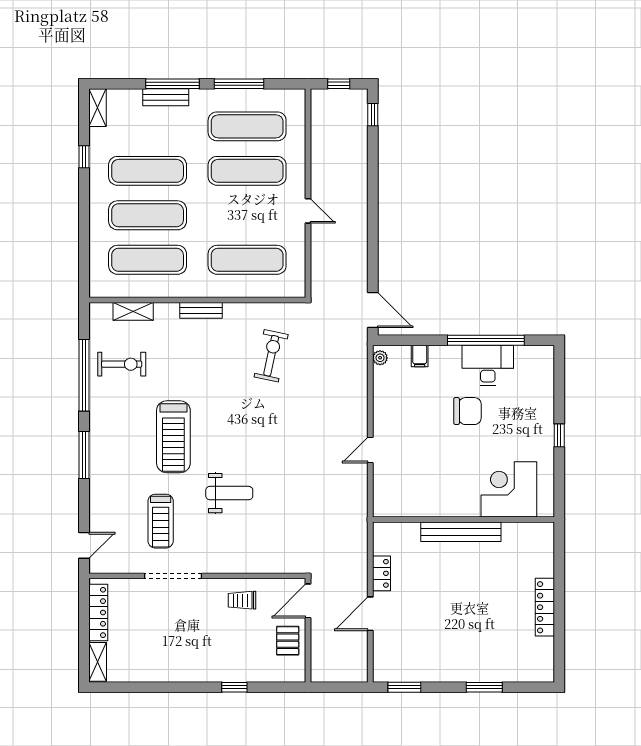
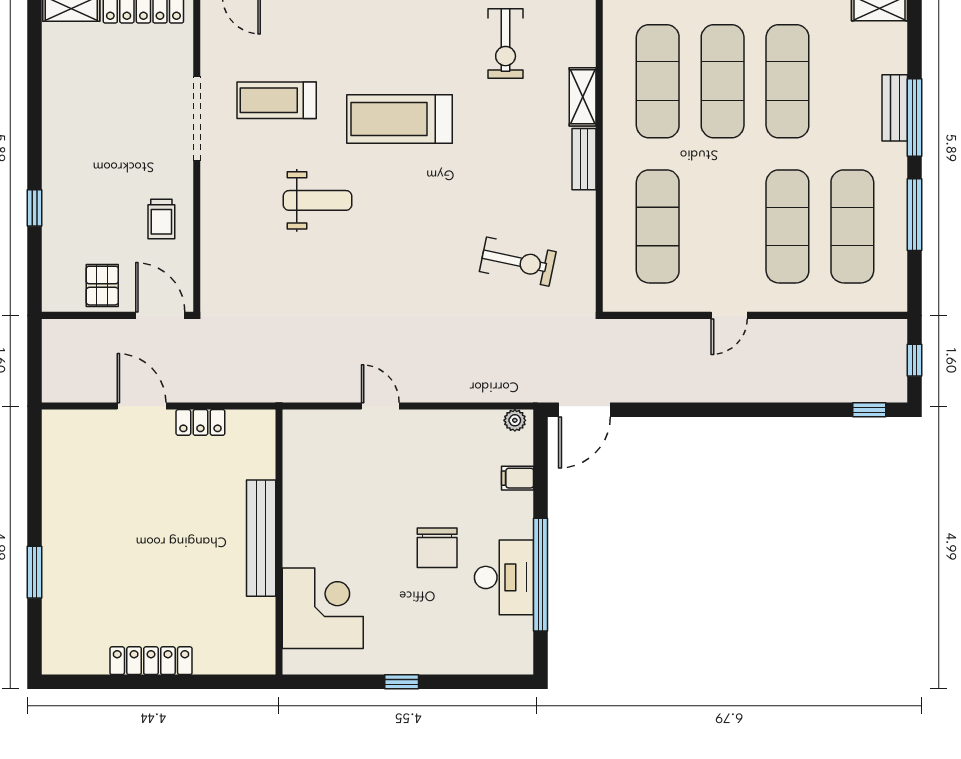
shelving: (133, 311) -> (583, 97), moved
weight bench: (229, 493) -> (318, 200), turned -90
trolley: (242, 600) -> (161, 219), turned 180
pallet: (288, 641) -> (102, 286), turned 90
window: (404, 687) -> (34, 456), removed

